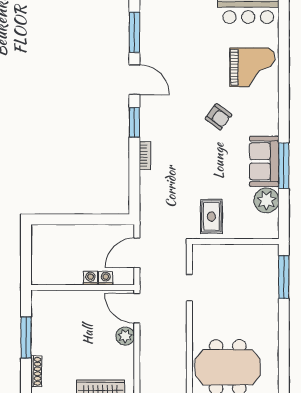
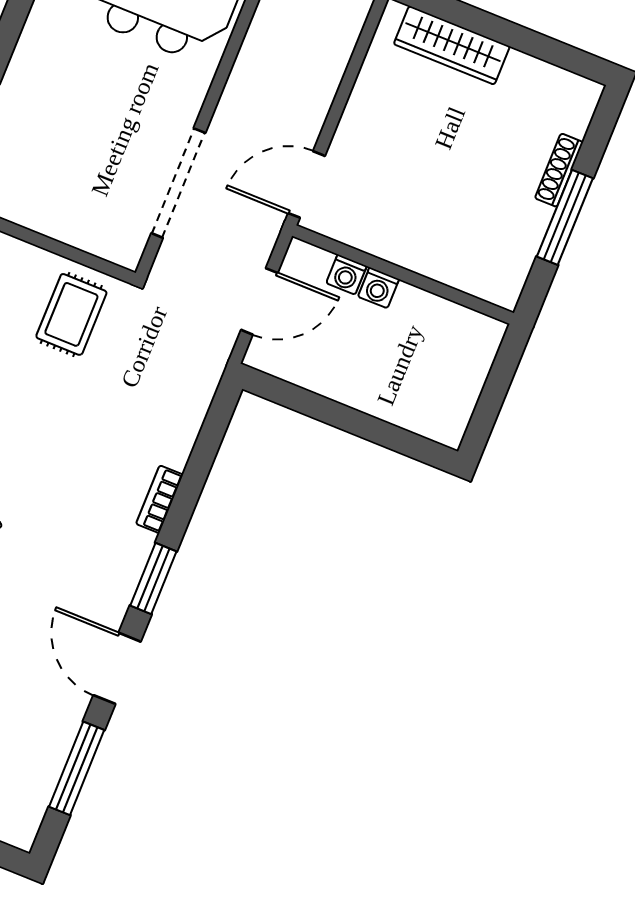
doorway: (189, 288) -> (178, 183), width x1.88
door: (137, 308) -> (306, 185), swing flipped
plant: (125, 336) -> (355, 136), removed
shoe rack: (36, 371) -> (559, 170), moved

